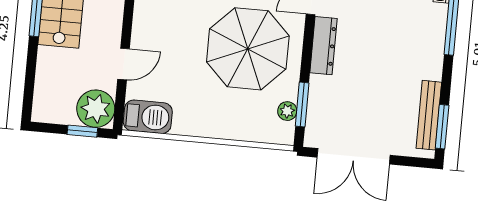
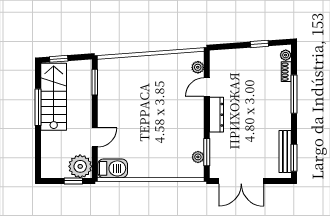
parasol: (248, 49) -> (170, 121), removed

